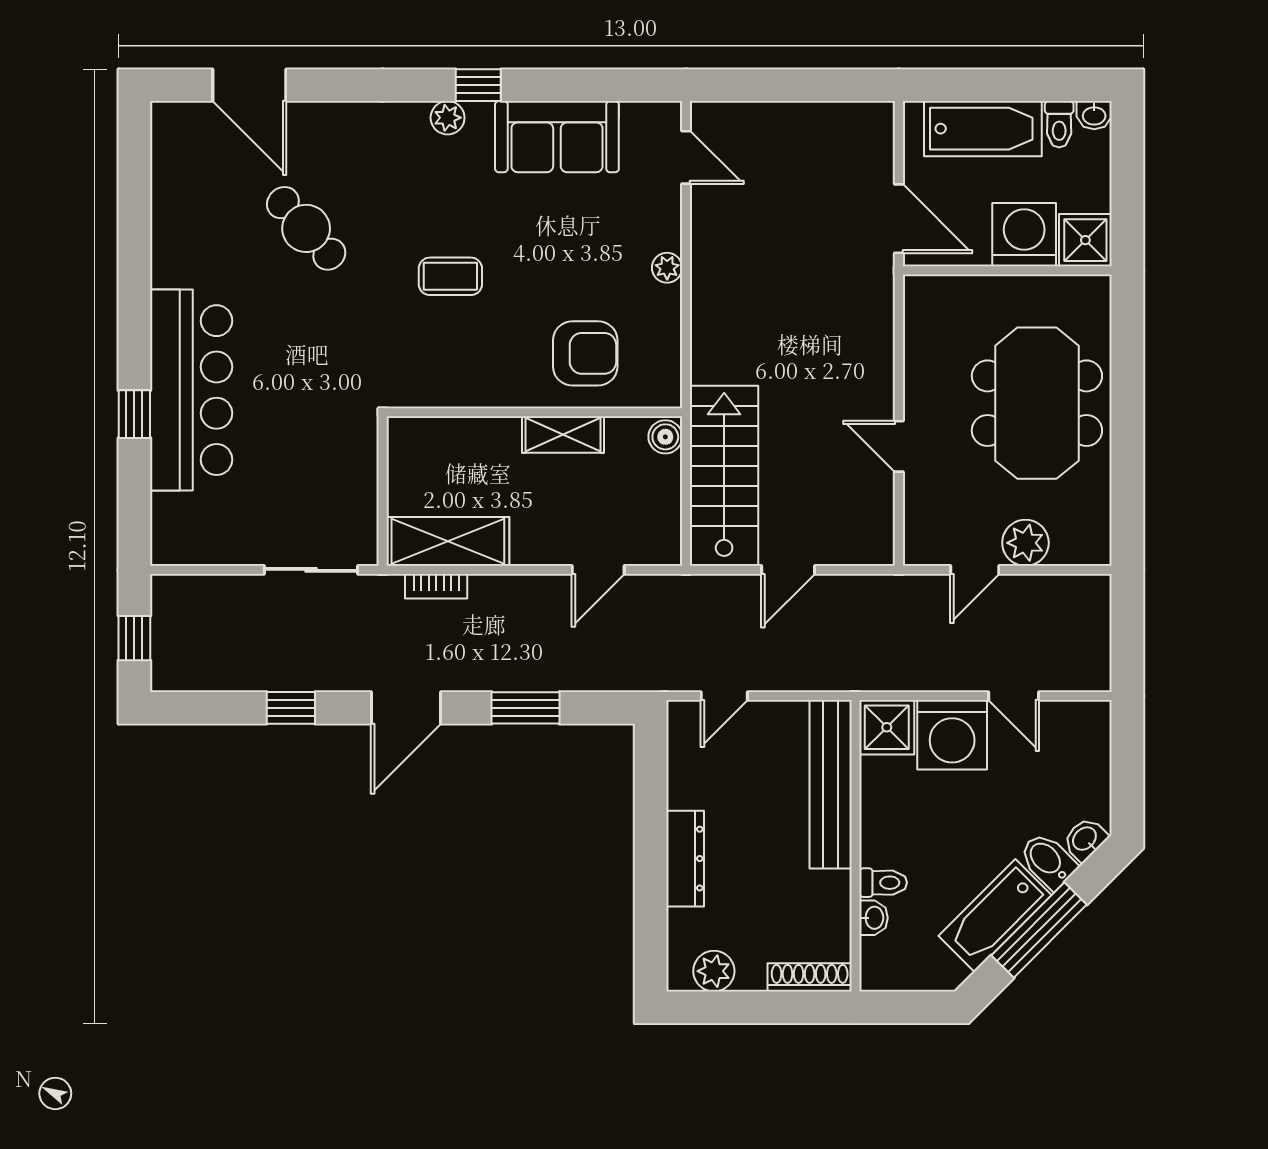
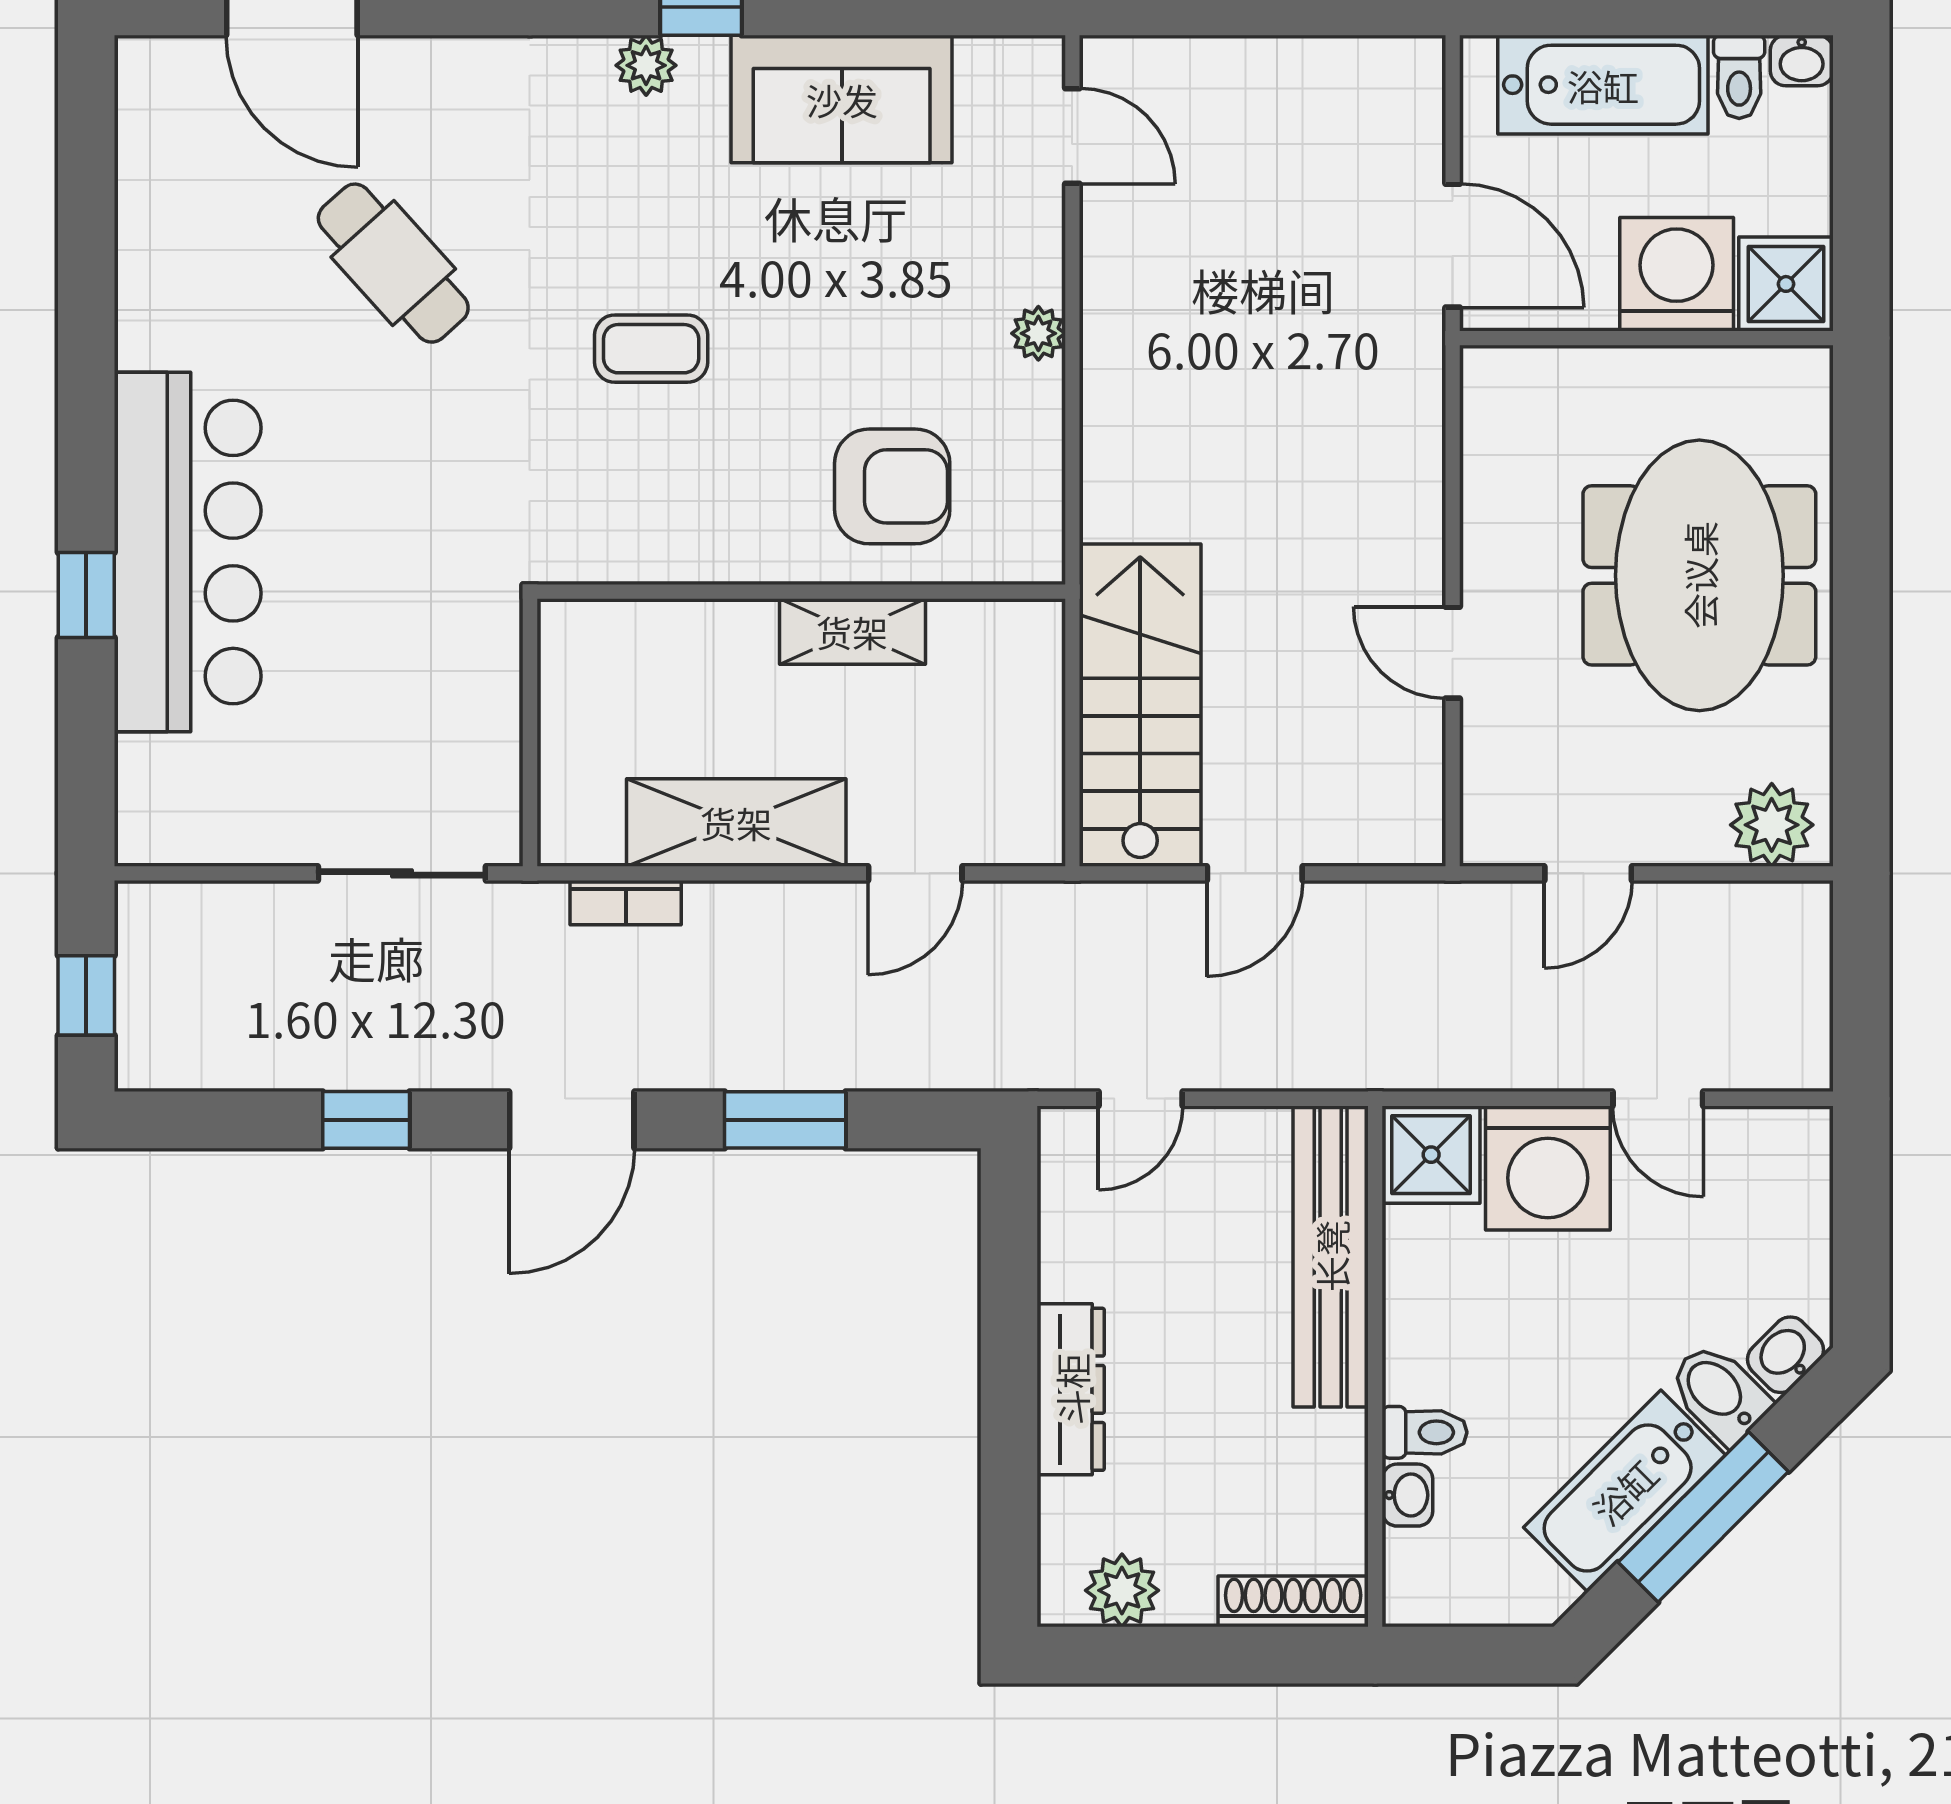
boiler: (665, 437) -> (1035, 636), removed
shelving: (448, 541) -> (736, 822), moved
plant: (1025, 543) -> (1772, 825), moved

